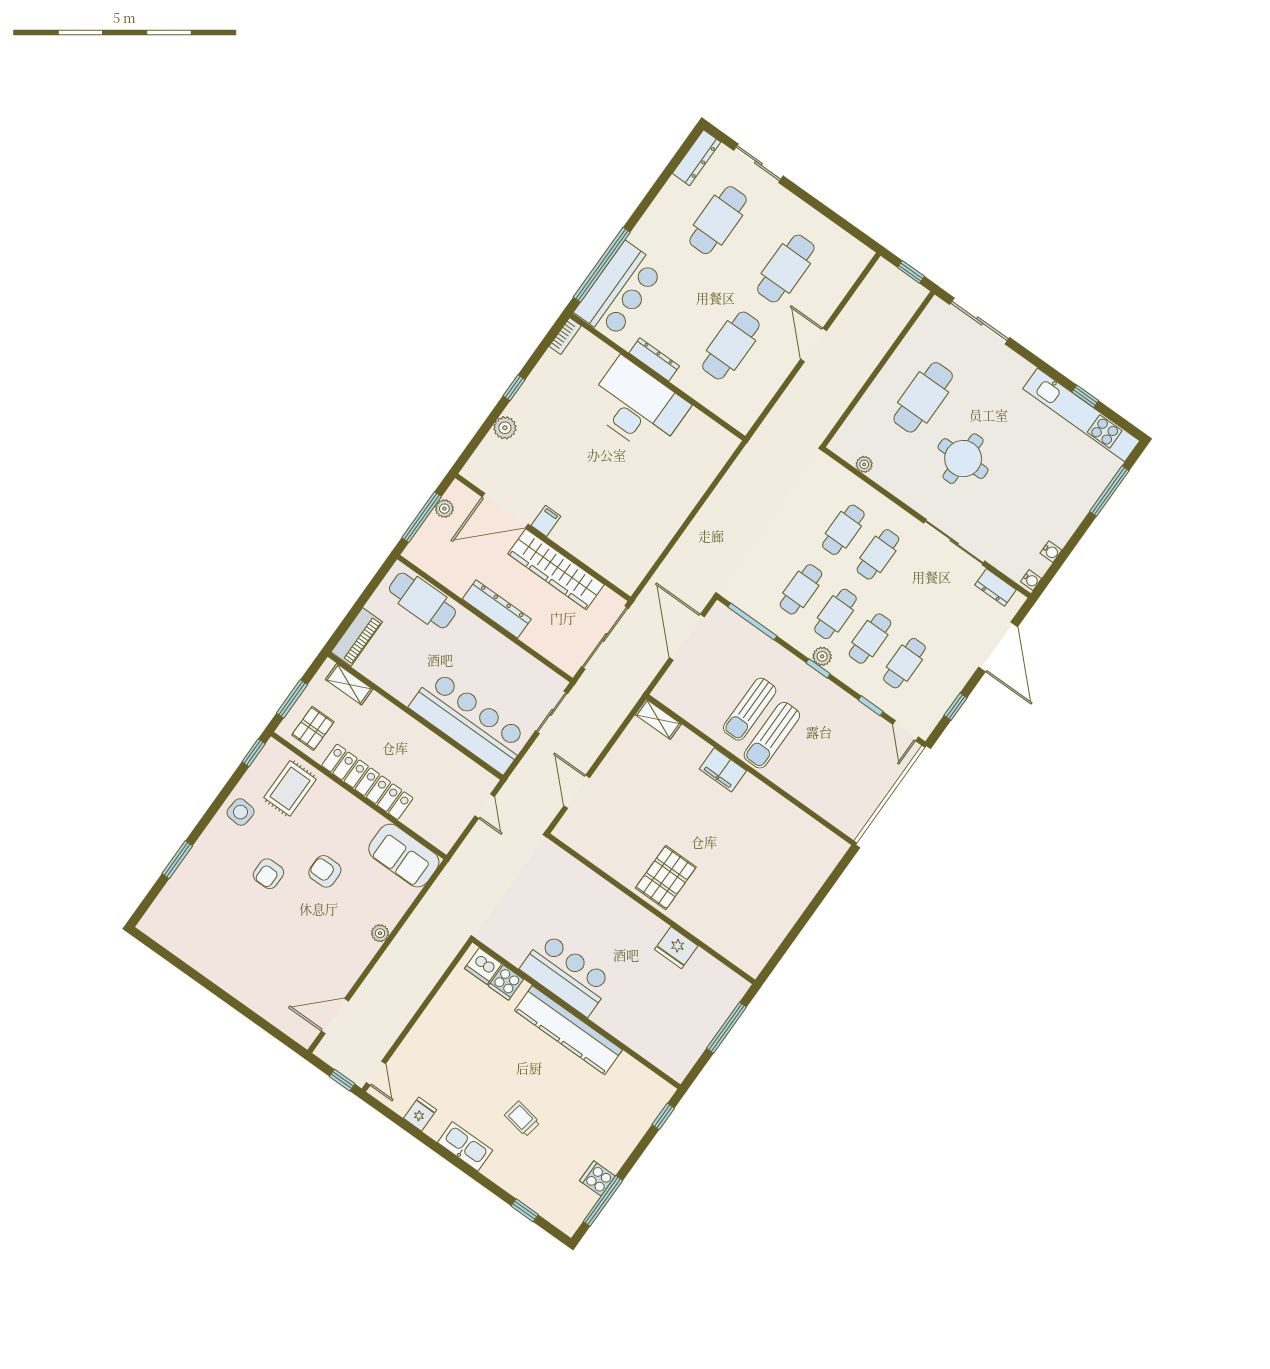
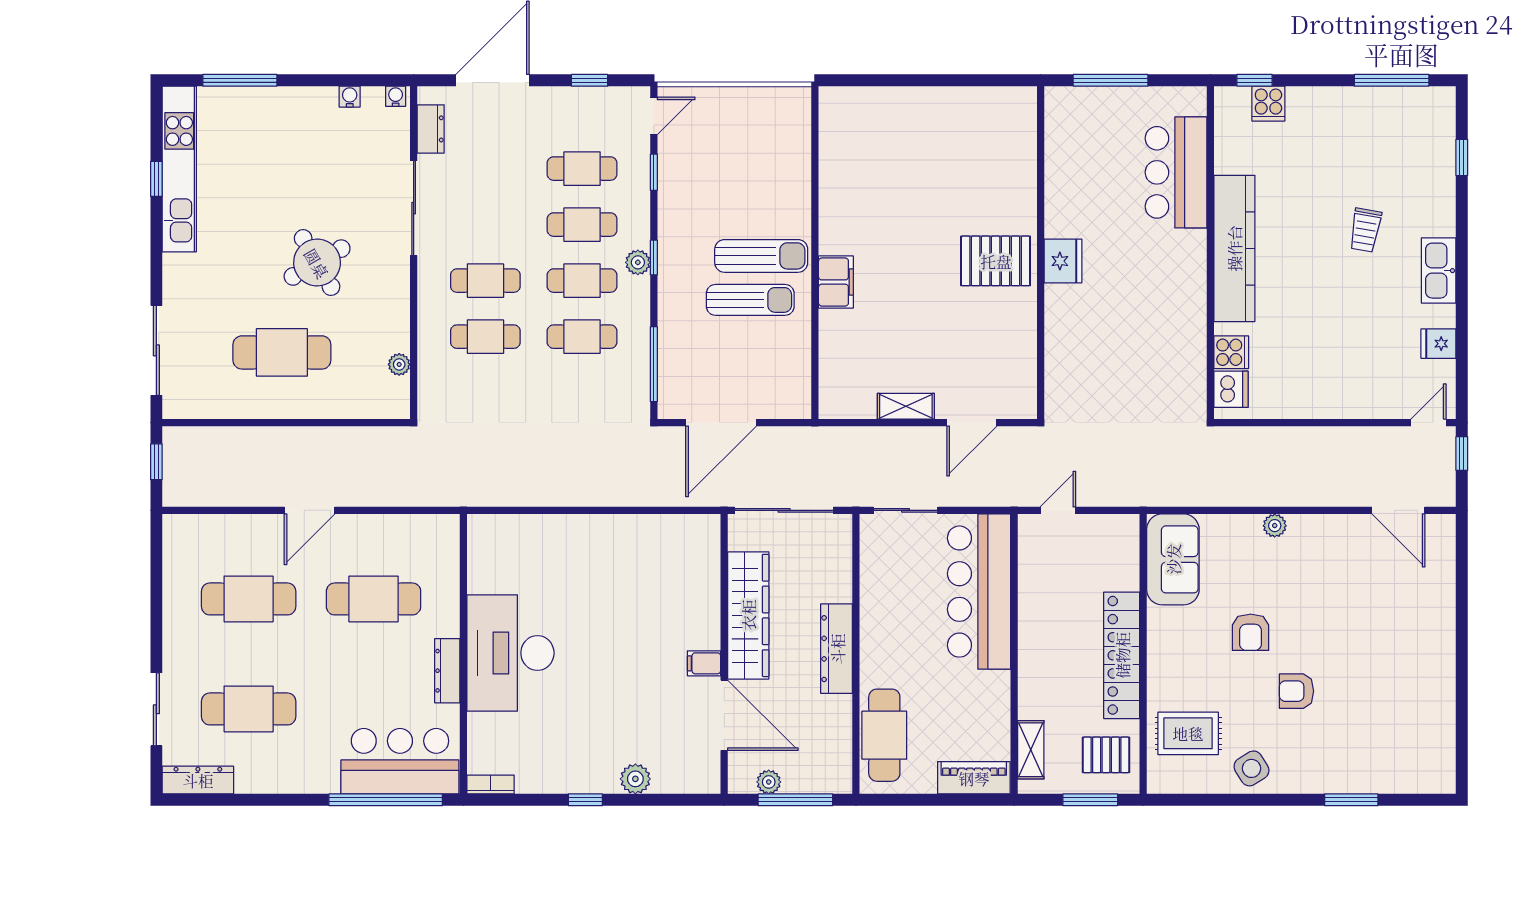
round table: (963, 459) -> (317, 263), turned -30
shelving: (658, 719) -> (906, 406), moved, turned 90
window: (254, 753) -> (1178, 800), removed
side table: (241, 812) -> (1251, 768), turned -37
armchair: (268, 874) -> (1296, 691), turned 180
fridge: (676, 948) -> (1063, 261), moved
bar counter: (567, 975) -> (1176, 172), moved
cooker: (597, 1178) -> (1268, 104), moved

